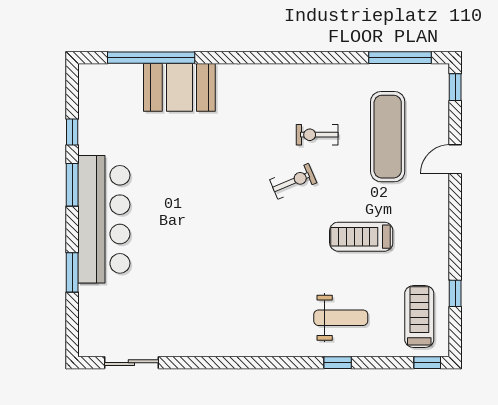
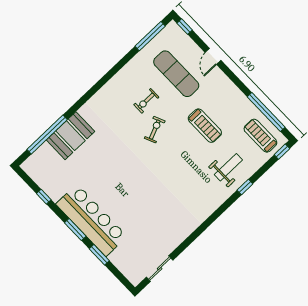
window: (72, 185) -> (75, 230), moved
treadmill: (361, 237) -> (205, 126), turned -90
window: (455, 293) -> (266, 112), width x3.17

